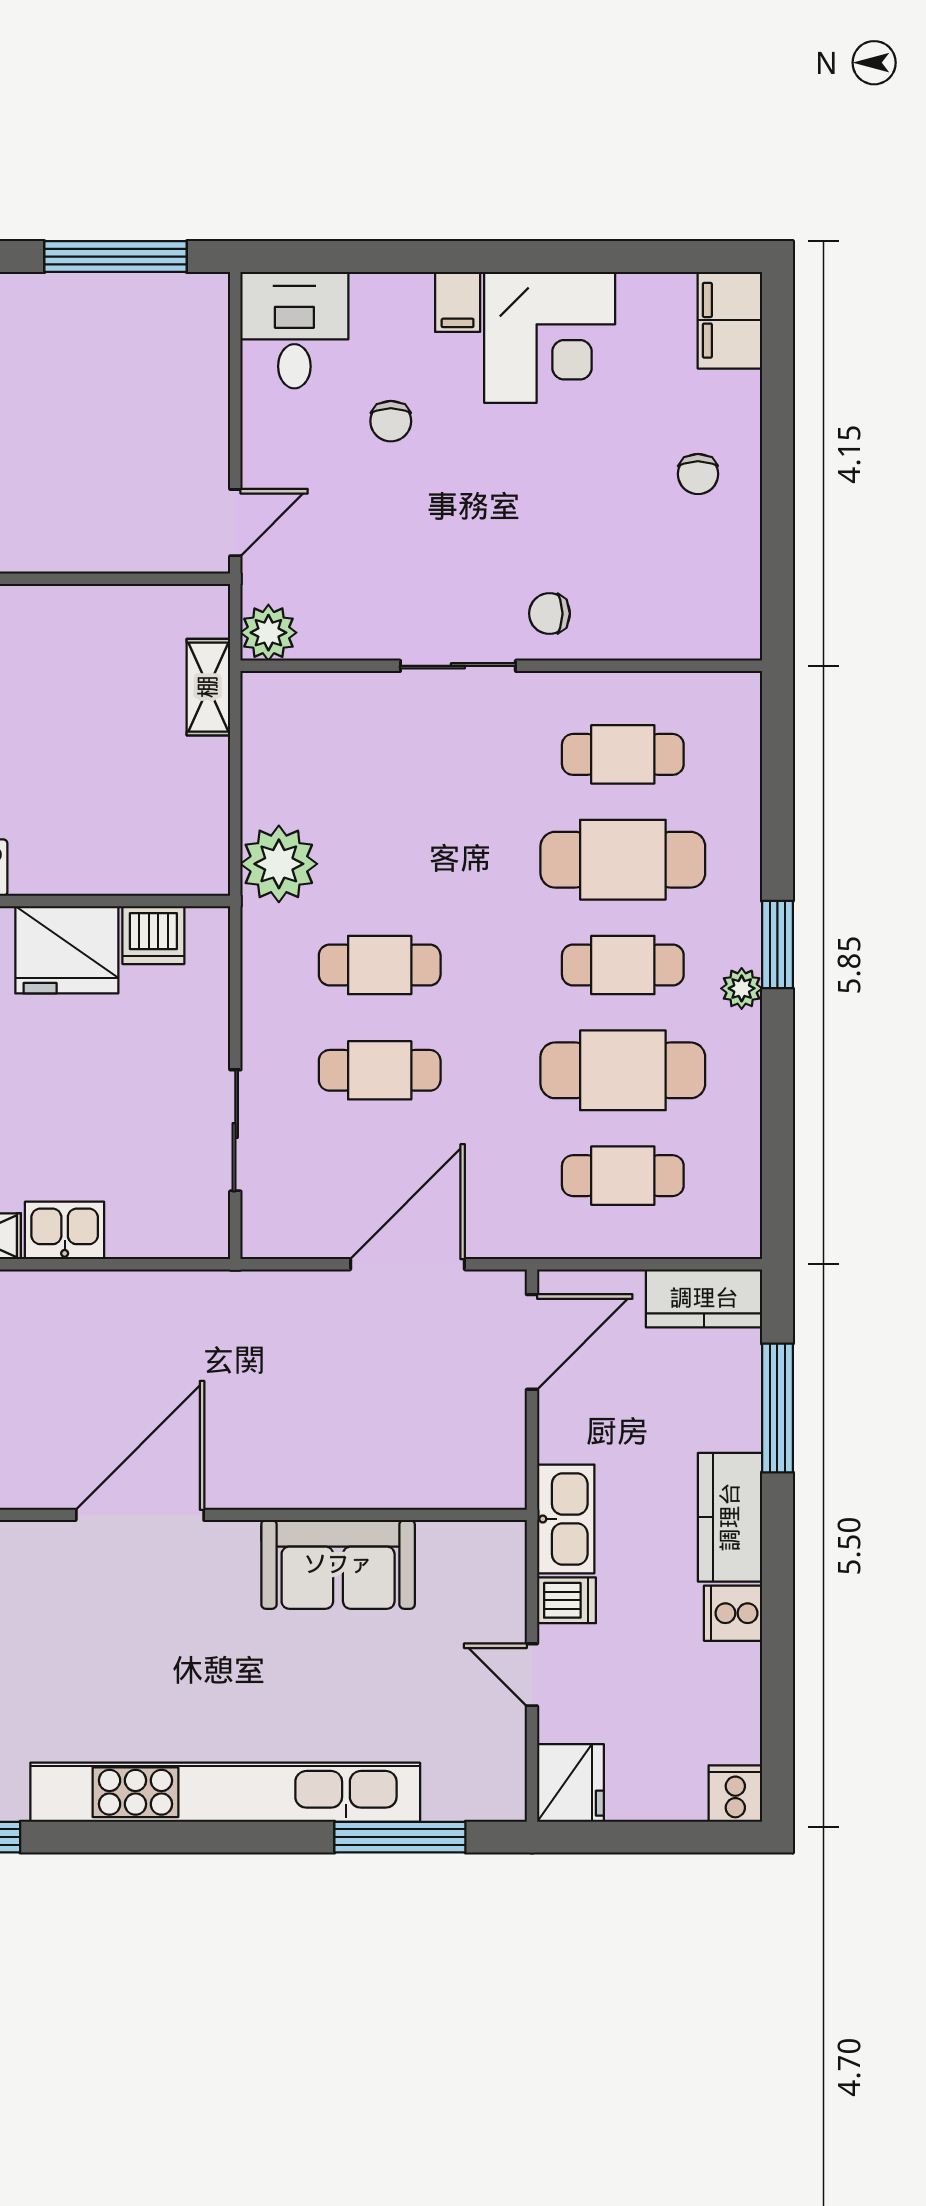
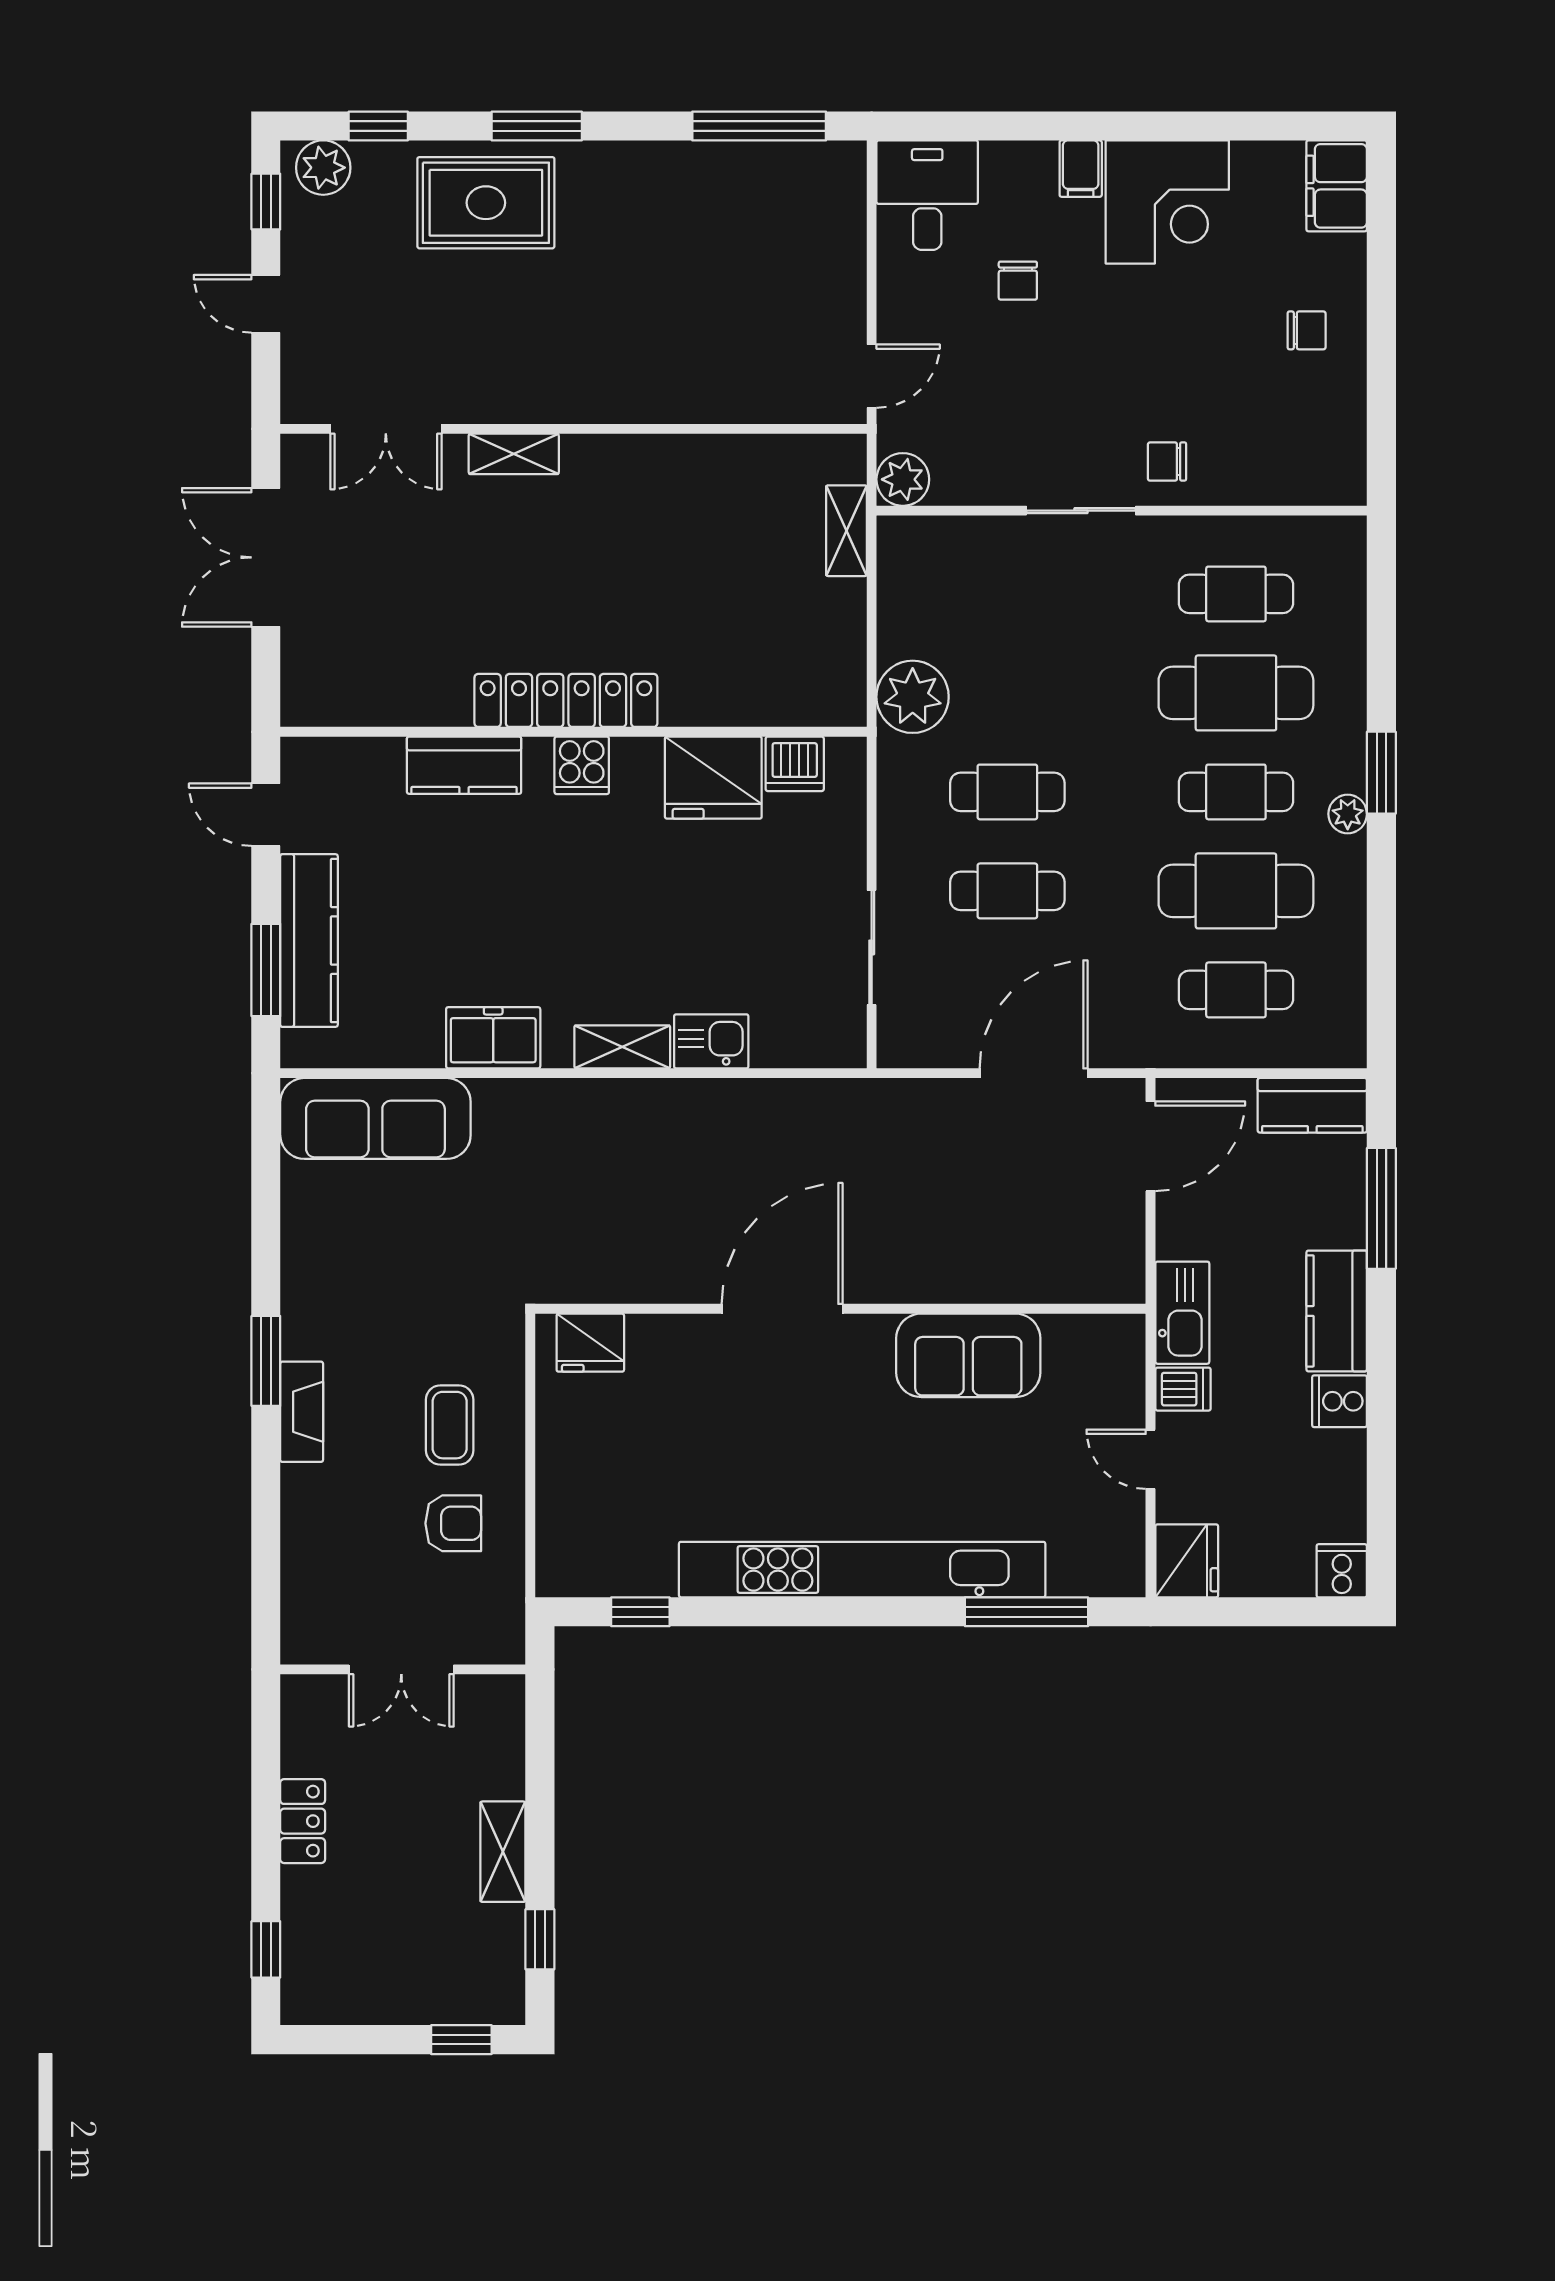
chair: (698, 474) -> (1307, 330), turned -90

